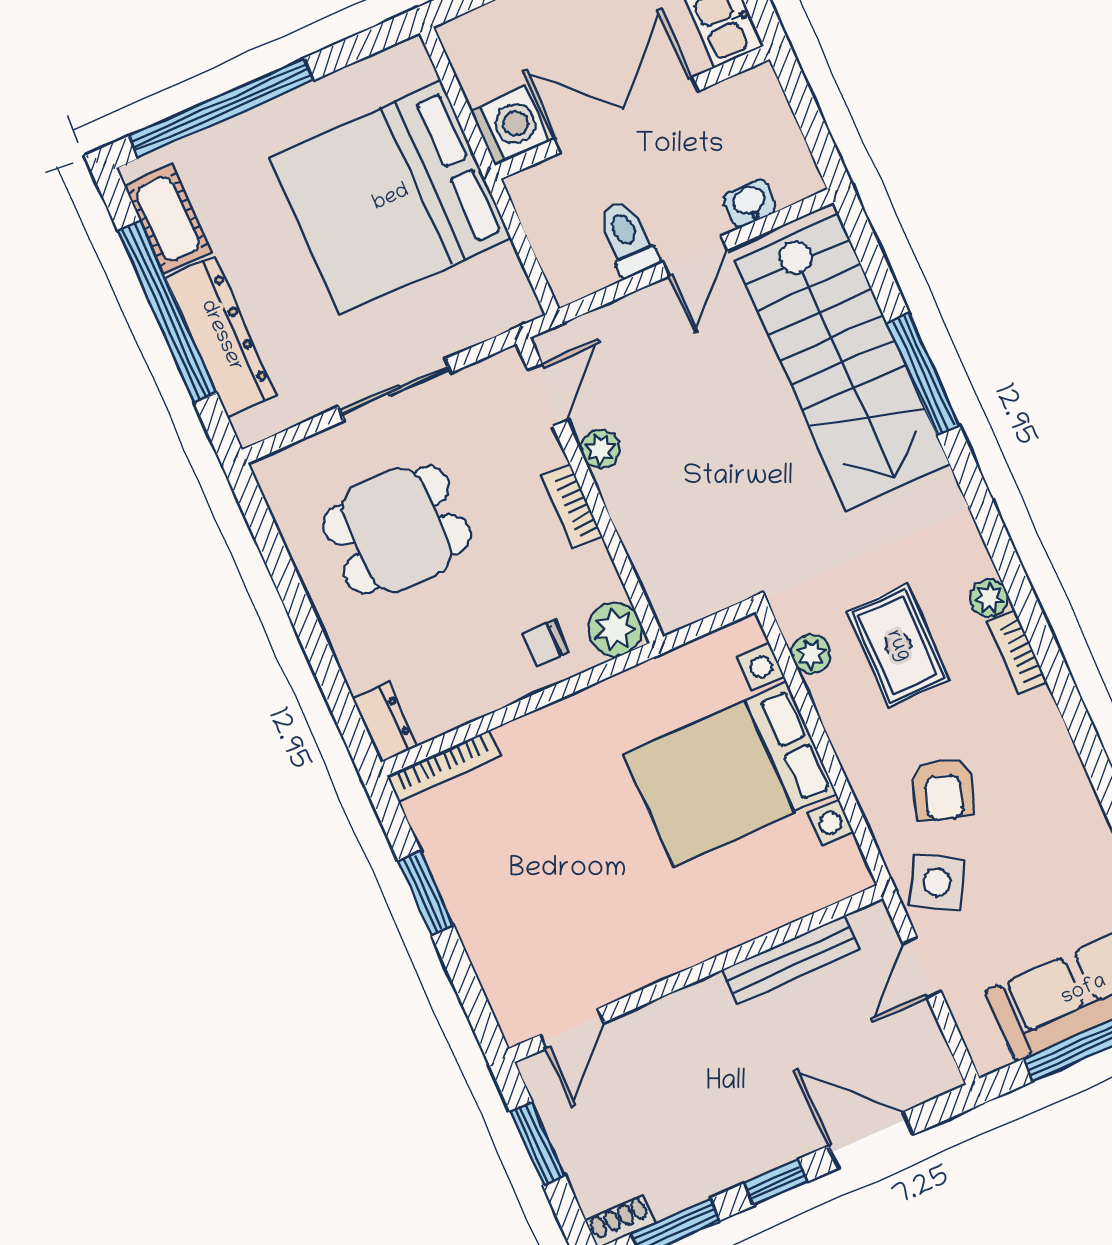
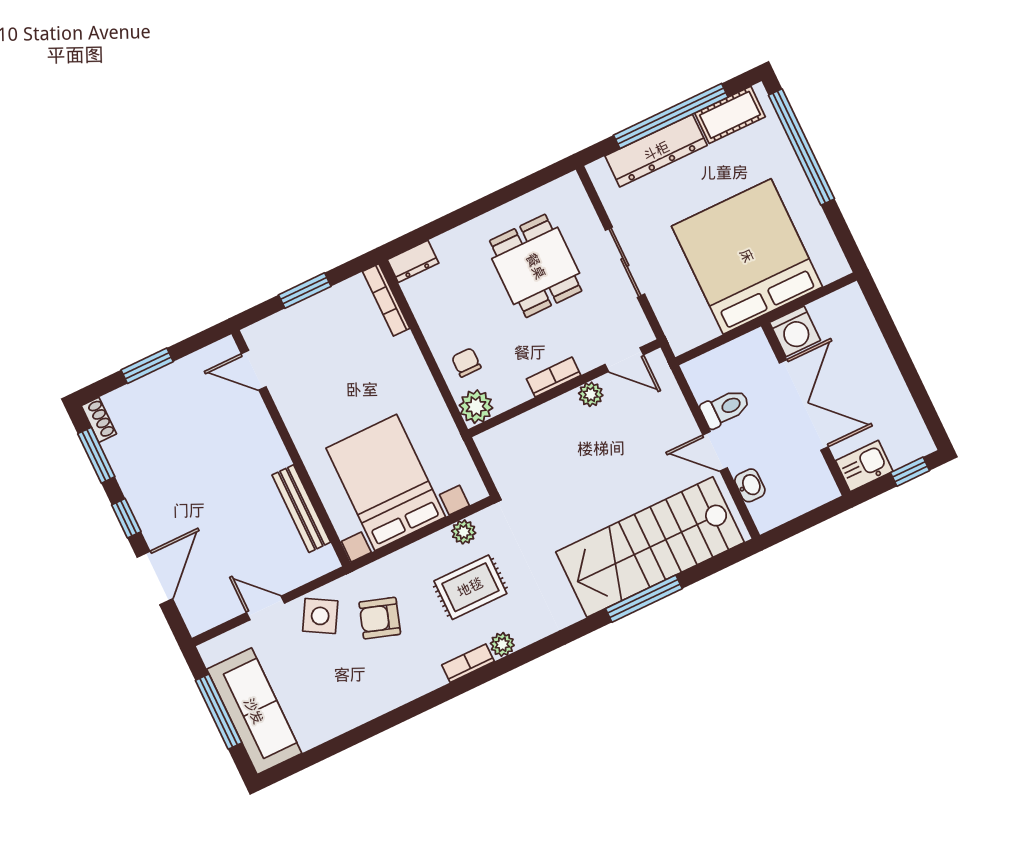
bench: (791, 960) -> (301, 509), moved
wall: (696, 974) -> (291, 448), moved
door: (572, 1029) -> (254, 370), moved

